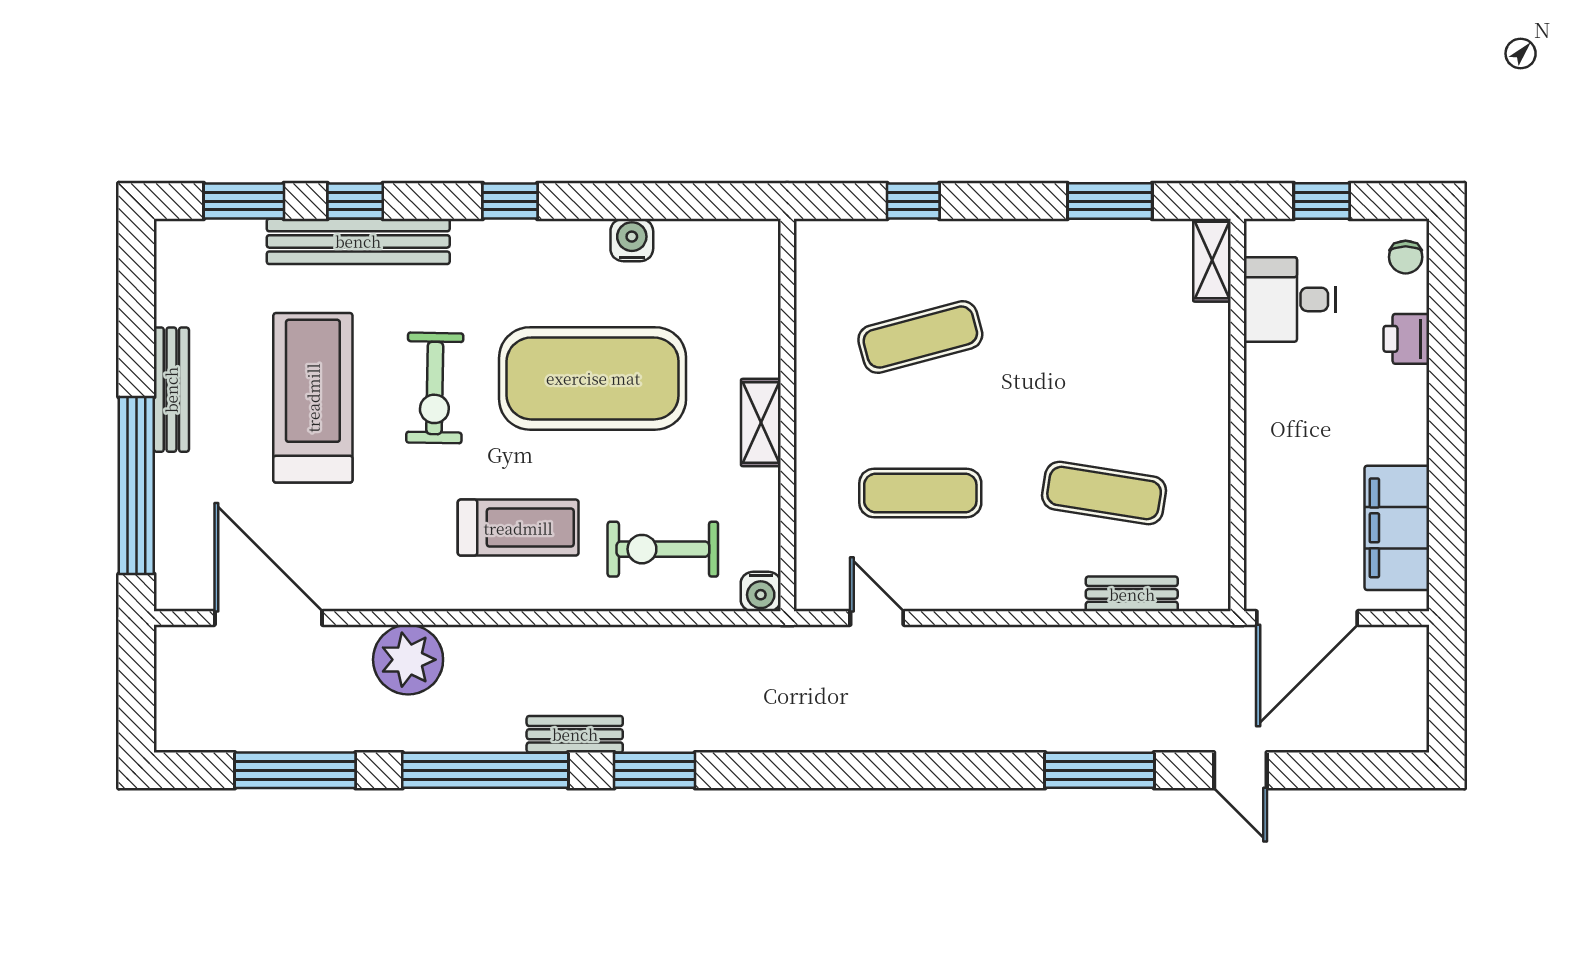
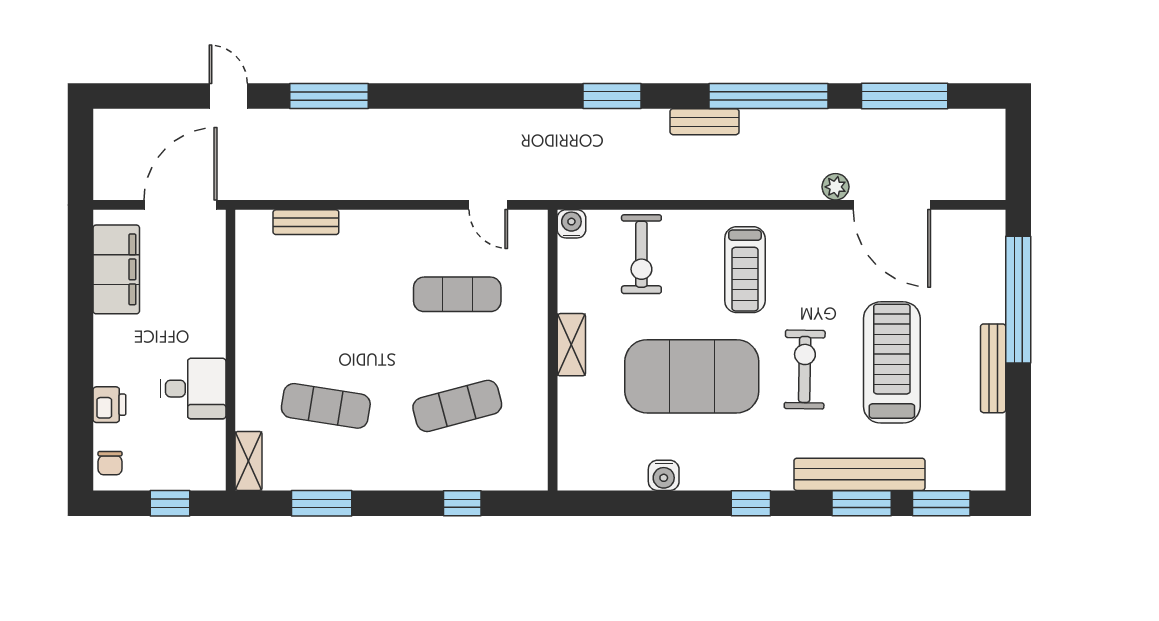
window: (355, 201) -> (862, 503), width x1.50
chair: (1406, 257) -> (110, 463), turned 180
desk: (1290, 299) -> (193, 389), moved
treadmill: (313, 398) -> (892, 362), turned 180
exercise mat: (1104, 493) -> (326, 406), moved
treadmill: (518, 528) -> (745, 270), turned -90
exercise bike: (663, 549) -> (641, 254), turned 90
door: (268, 618) -> (892, 205), moved
plant: (408, 660) -> (835, 187), width x0.53, depth x0.53
window: (655, 770) -> (612, 96), moved

